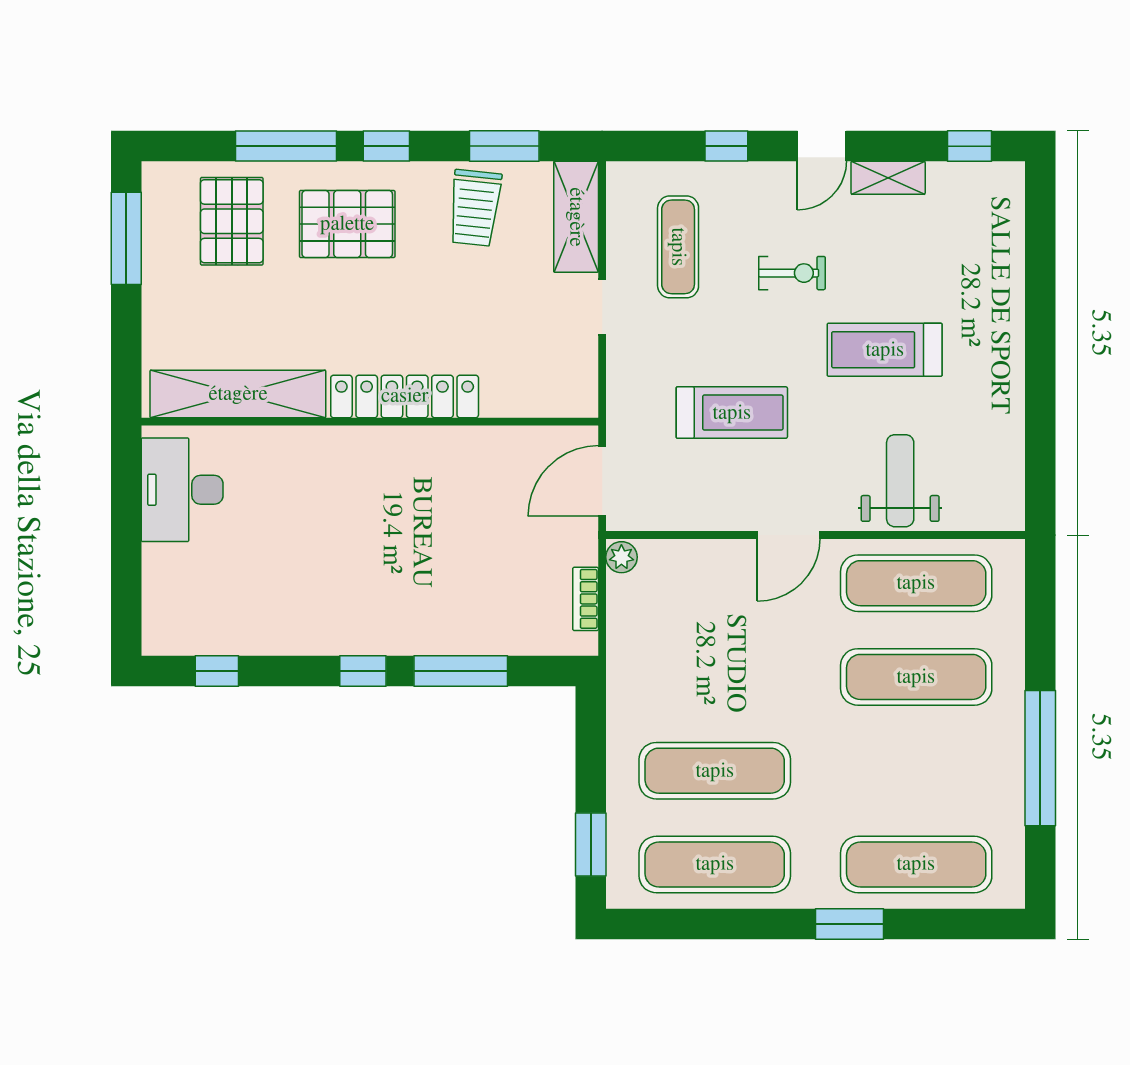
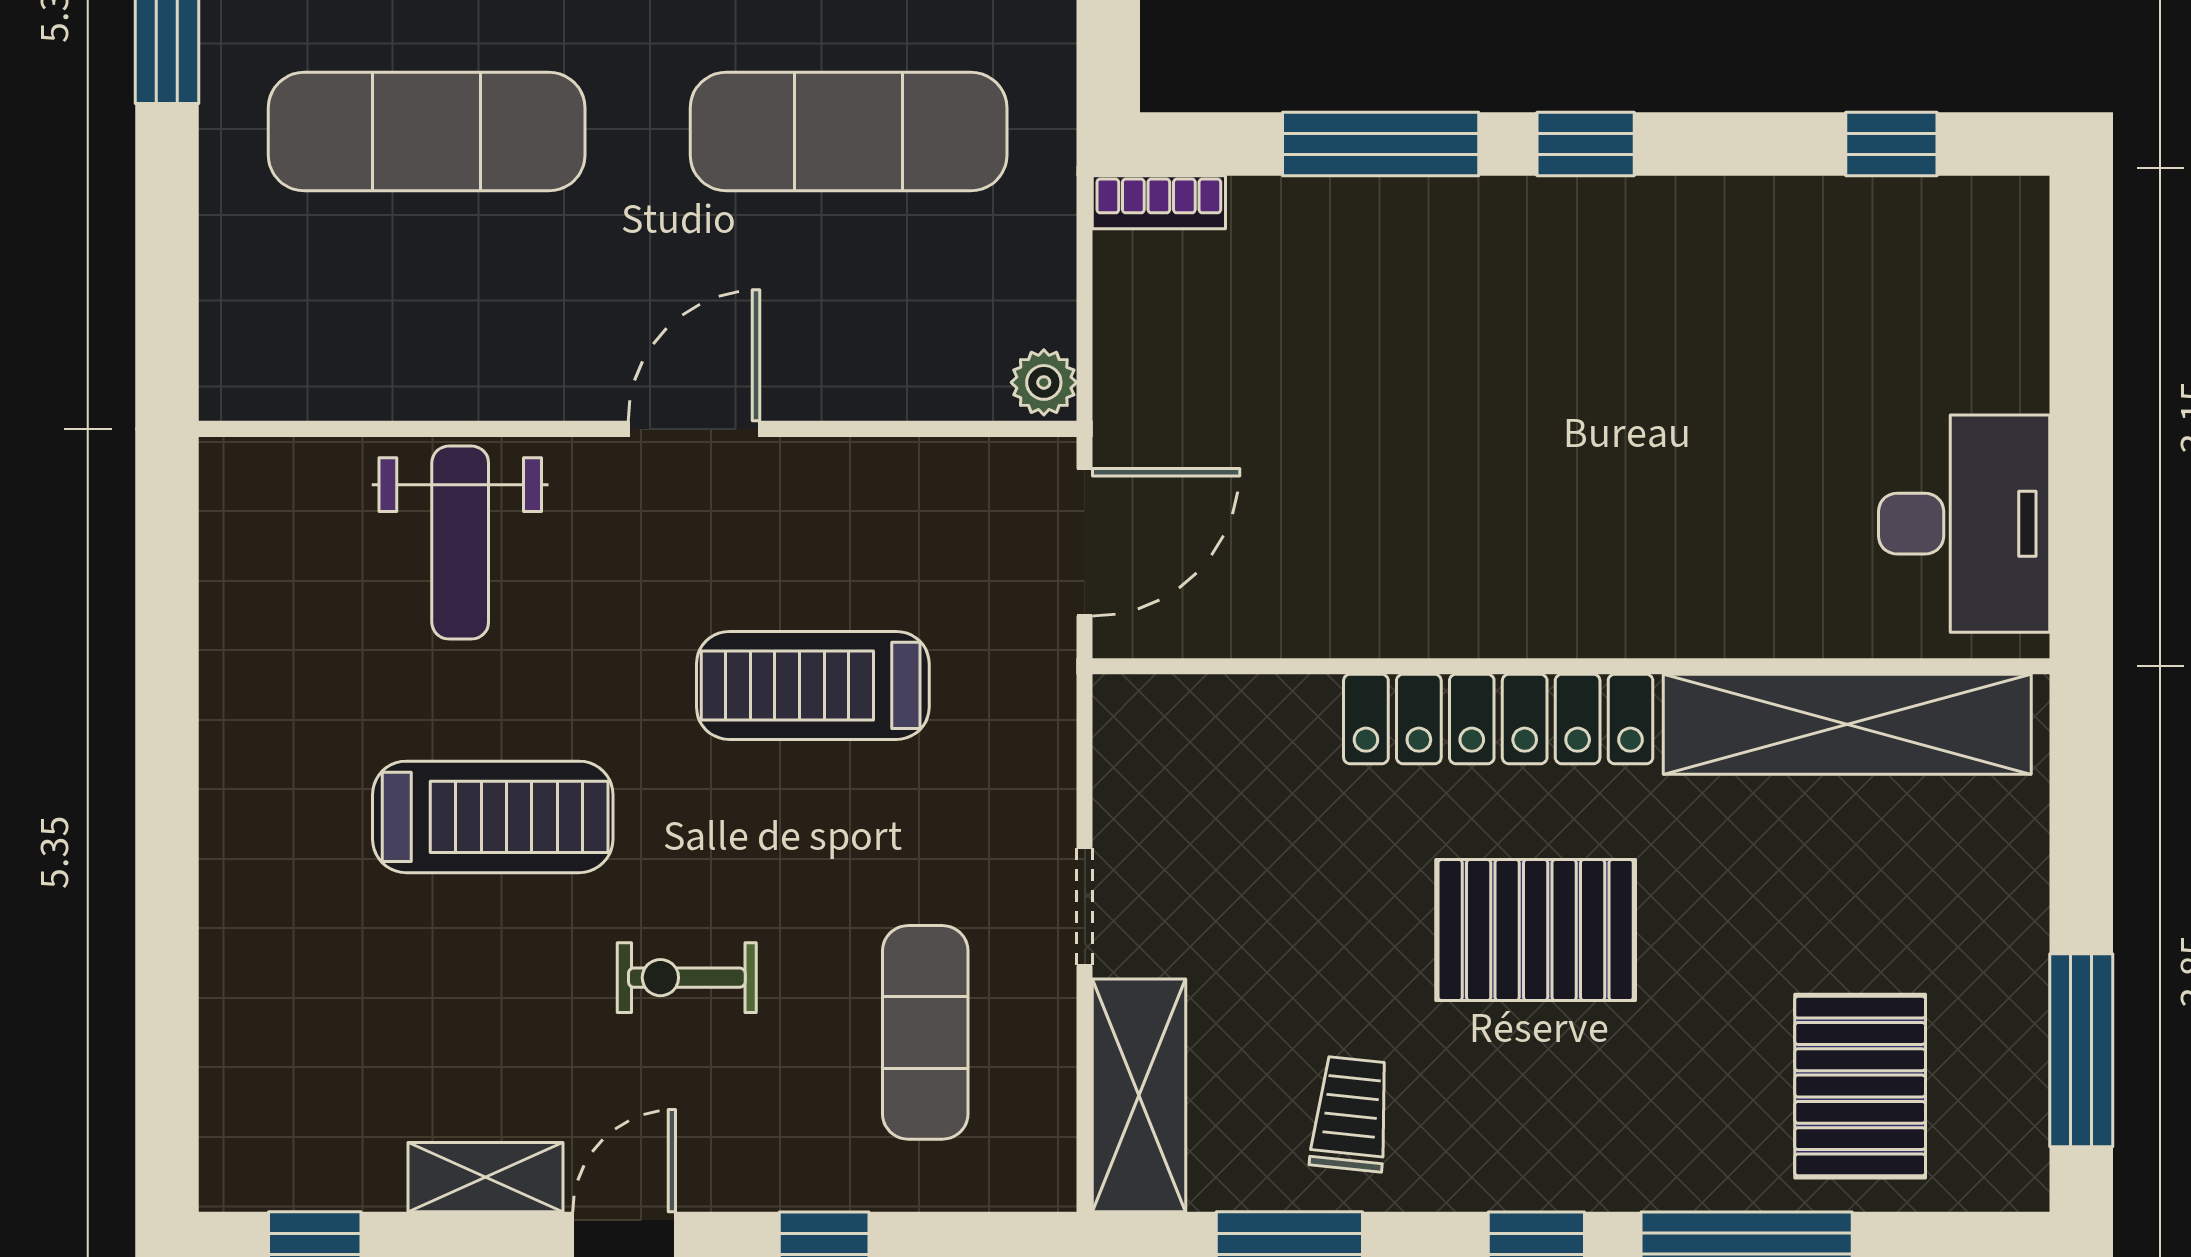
trolley: (475, 208) -> (1351, 1114), width x0.73, depth x0.72
pallet: (347, 224) -> (1536, 930), moved
exercise mat: (916, 583) -> (849, 132), moved
bookcase: (586, 599) -> (1159, 202), moved, turned 90

